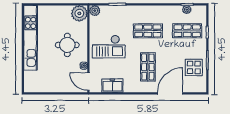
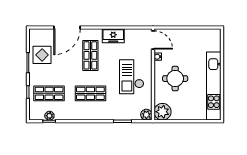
checkout: (109, 47) -> (132, 77), turned -90
freezer: (112, 86) -> (113, 36), moved

